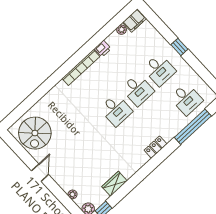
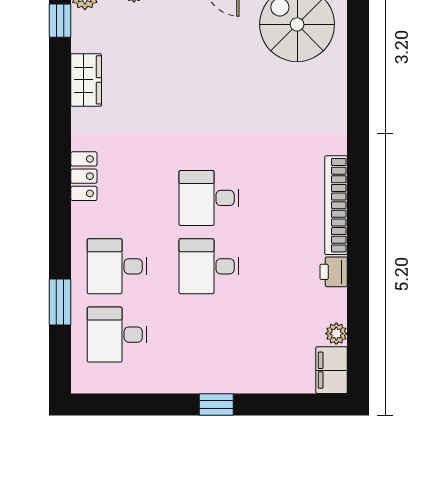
desk: (159, 70) -> (117, 266), moved
window: (193, 127) -> (60, 302), width x0.47
locker: (156, 147) -> (84, 176), moved

